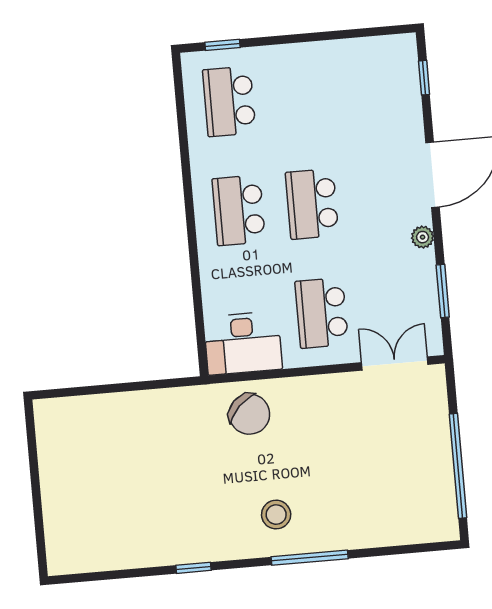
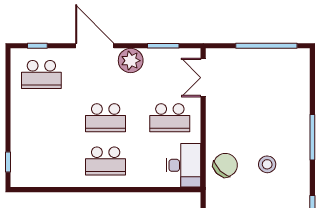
school desk: (229, 101) -> (41, 74), moved
plant: (423, 237) -> (131, 61), width x1.87, depth x1.87
stool: (276, 515) -> (267, 164), moved

